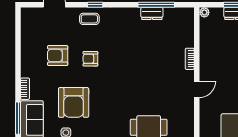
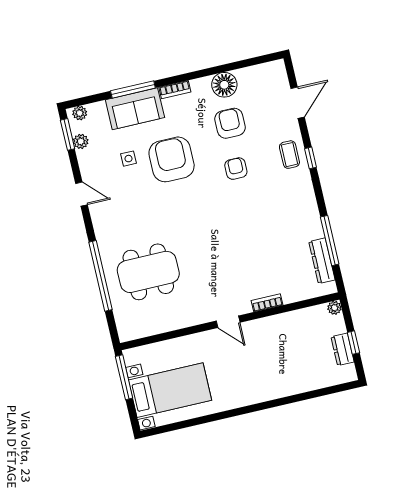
dresser: (152, 13) -> (322, 261), moved, width x1.44
floor lamp: (30, 53) -> (224, 85), added
armchair: (74, 102) -> (172, 159), turned 90

